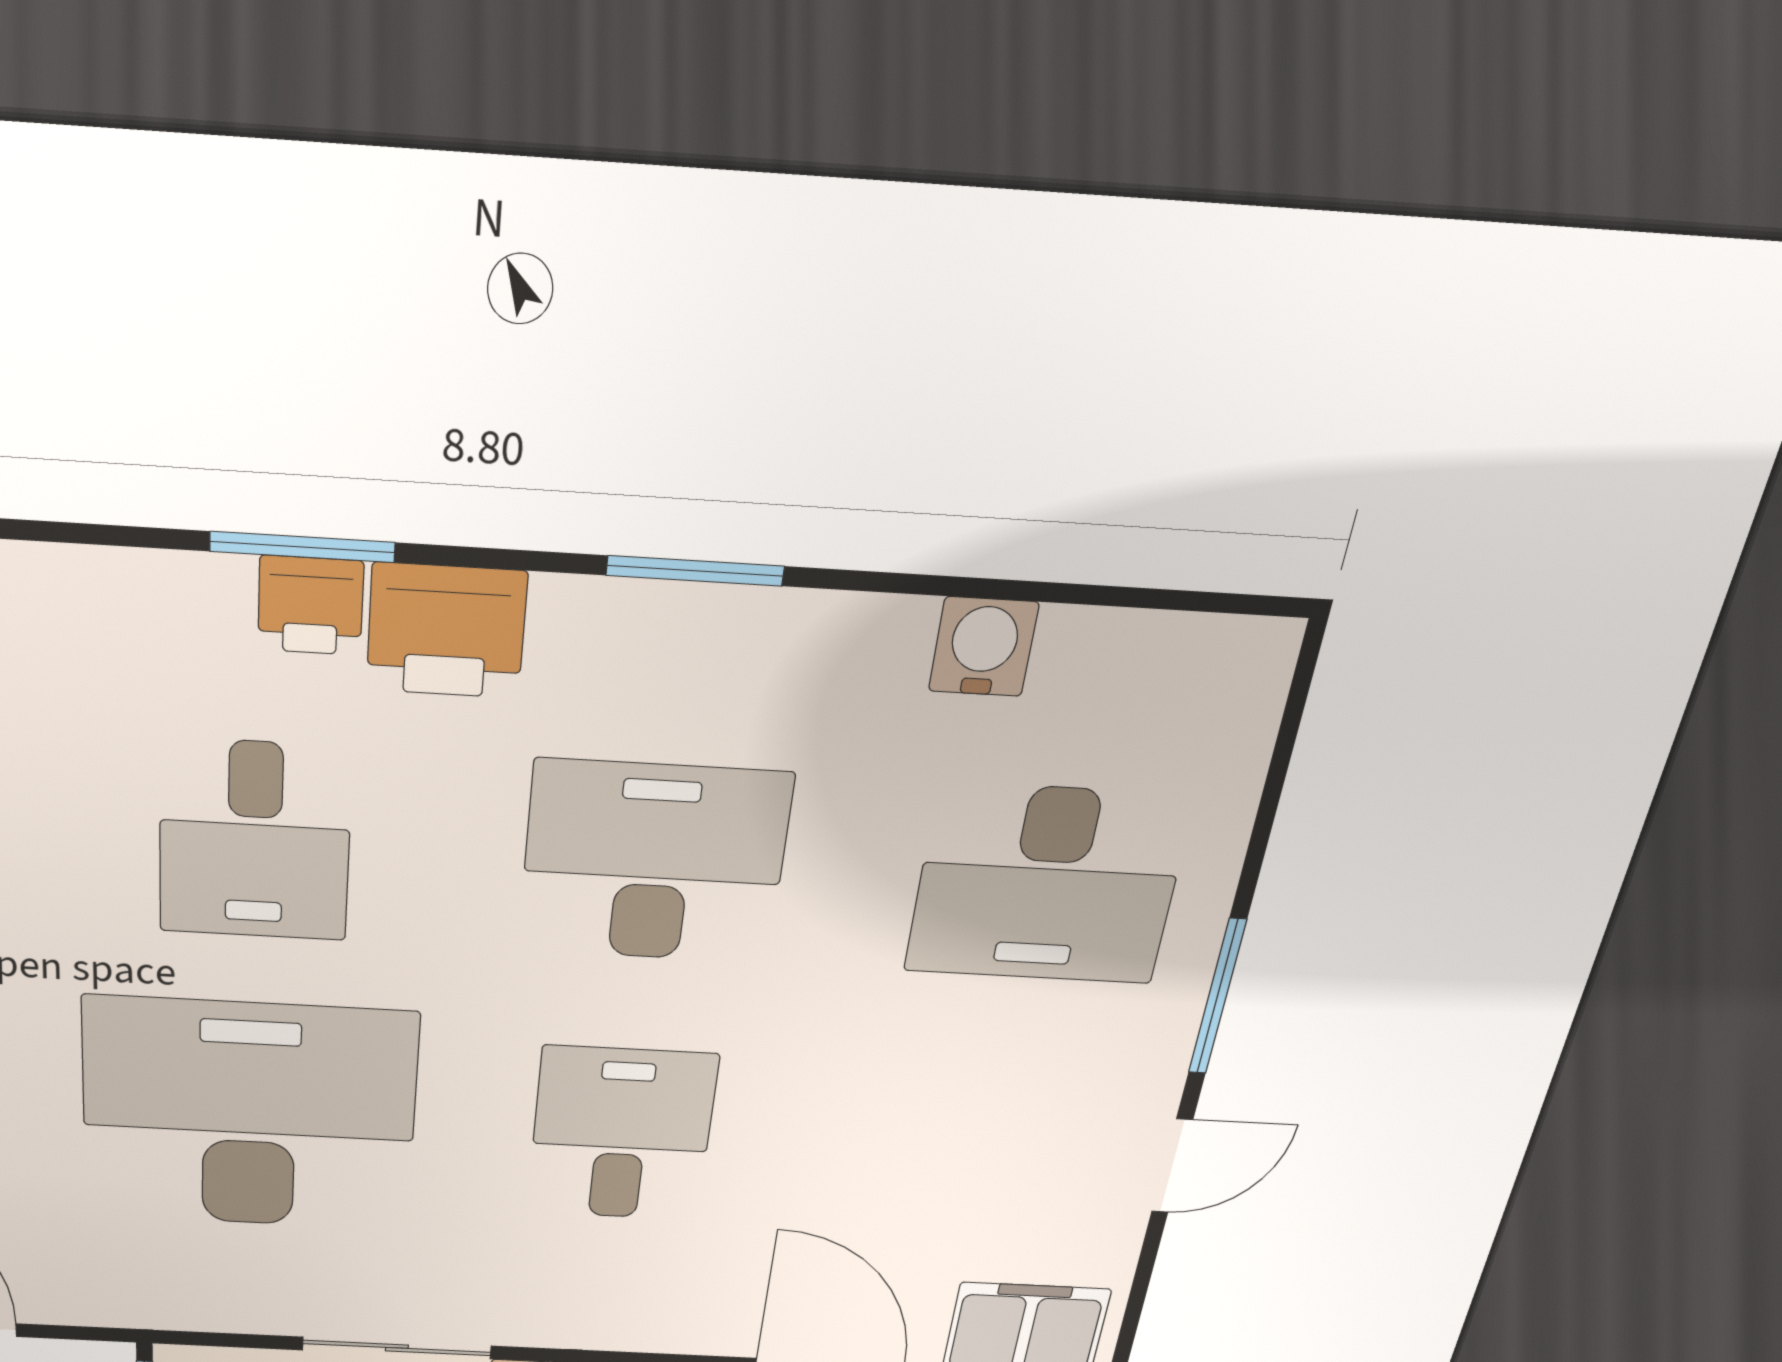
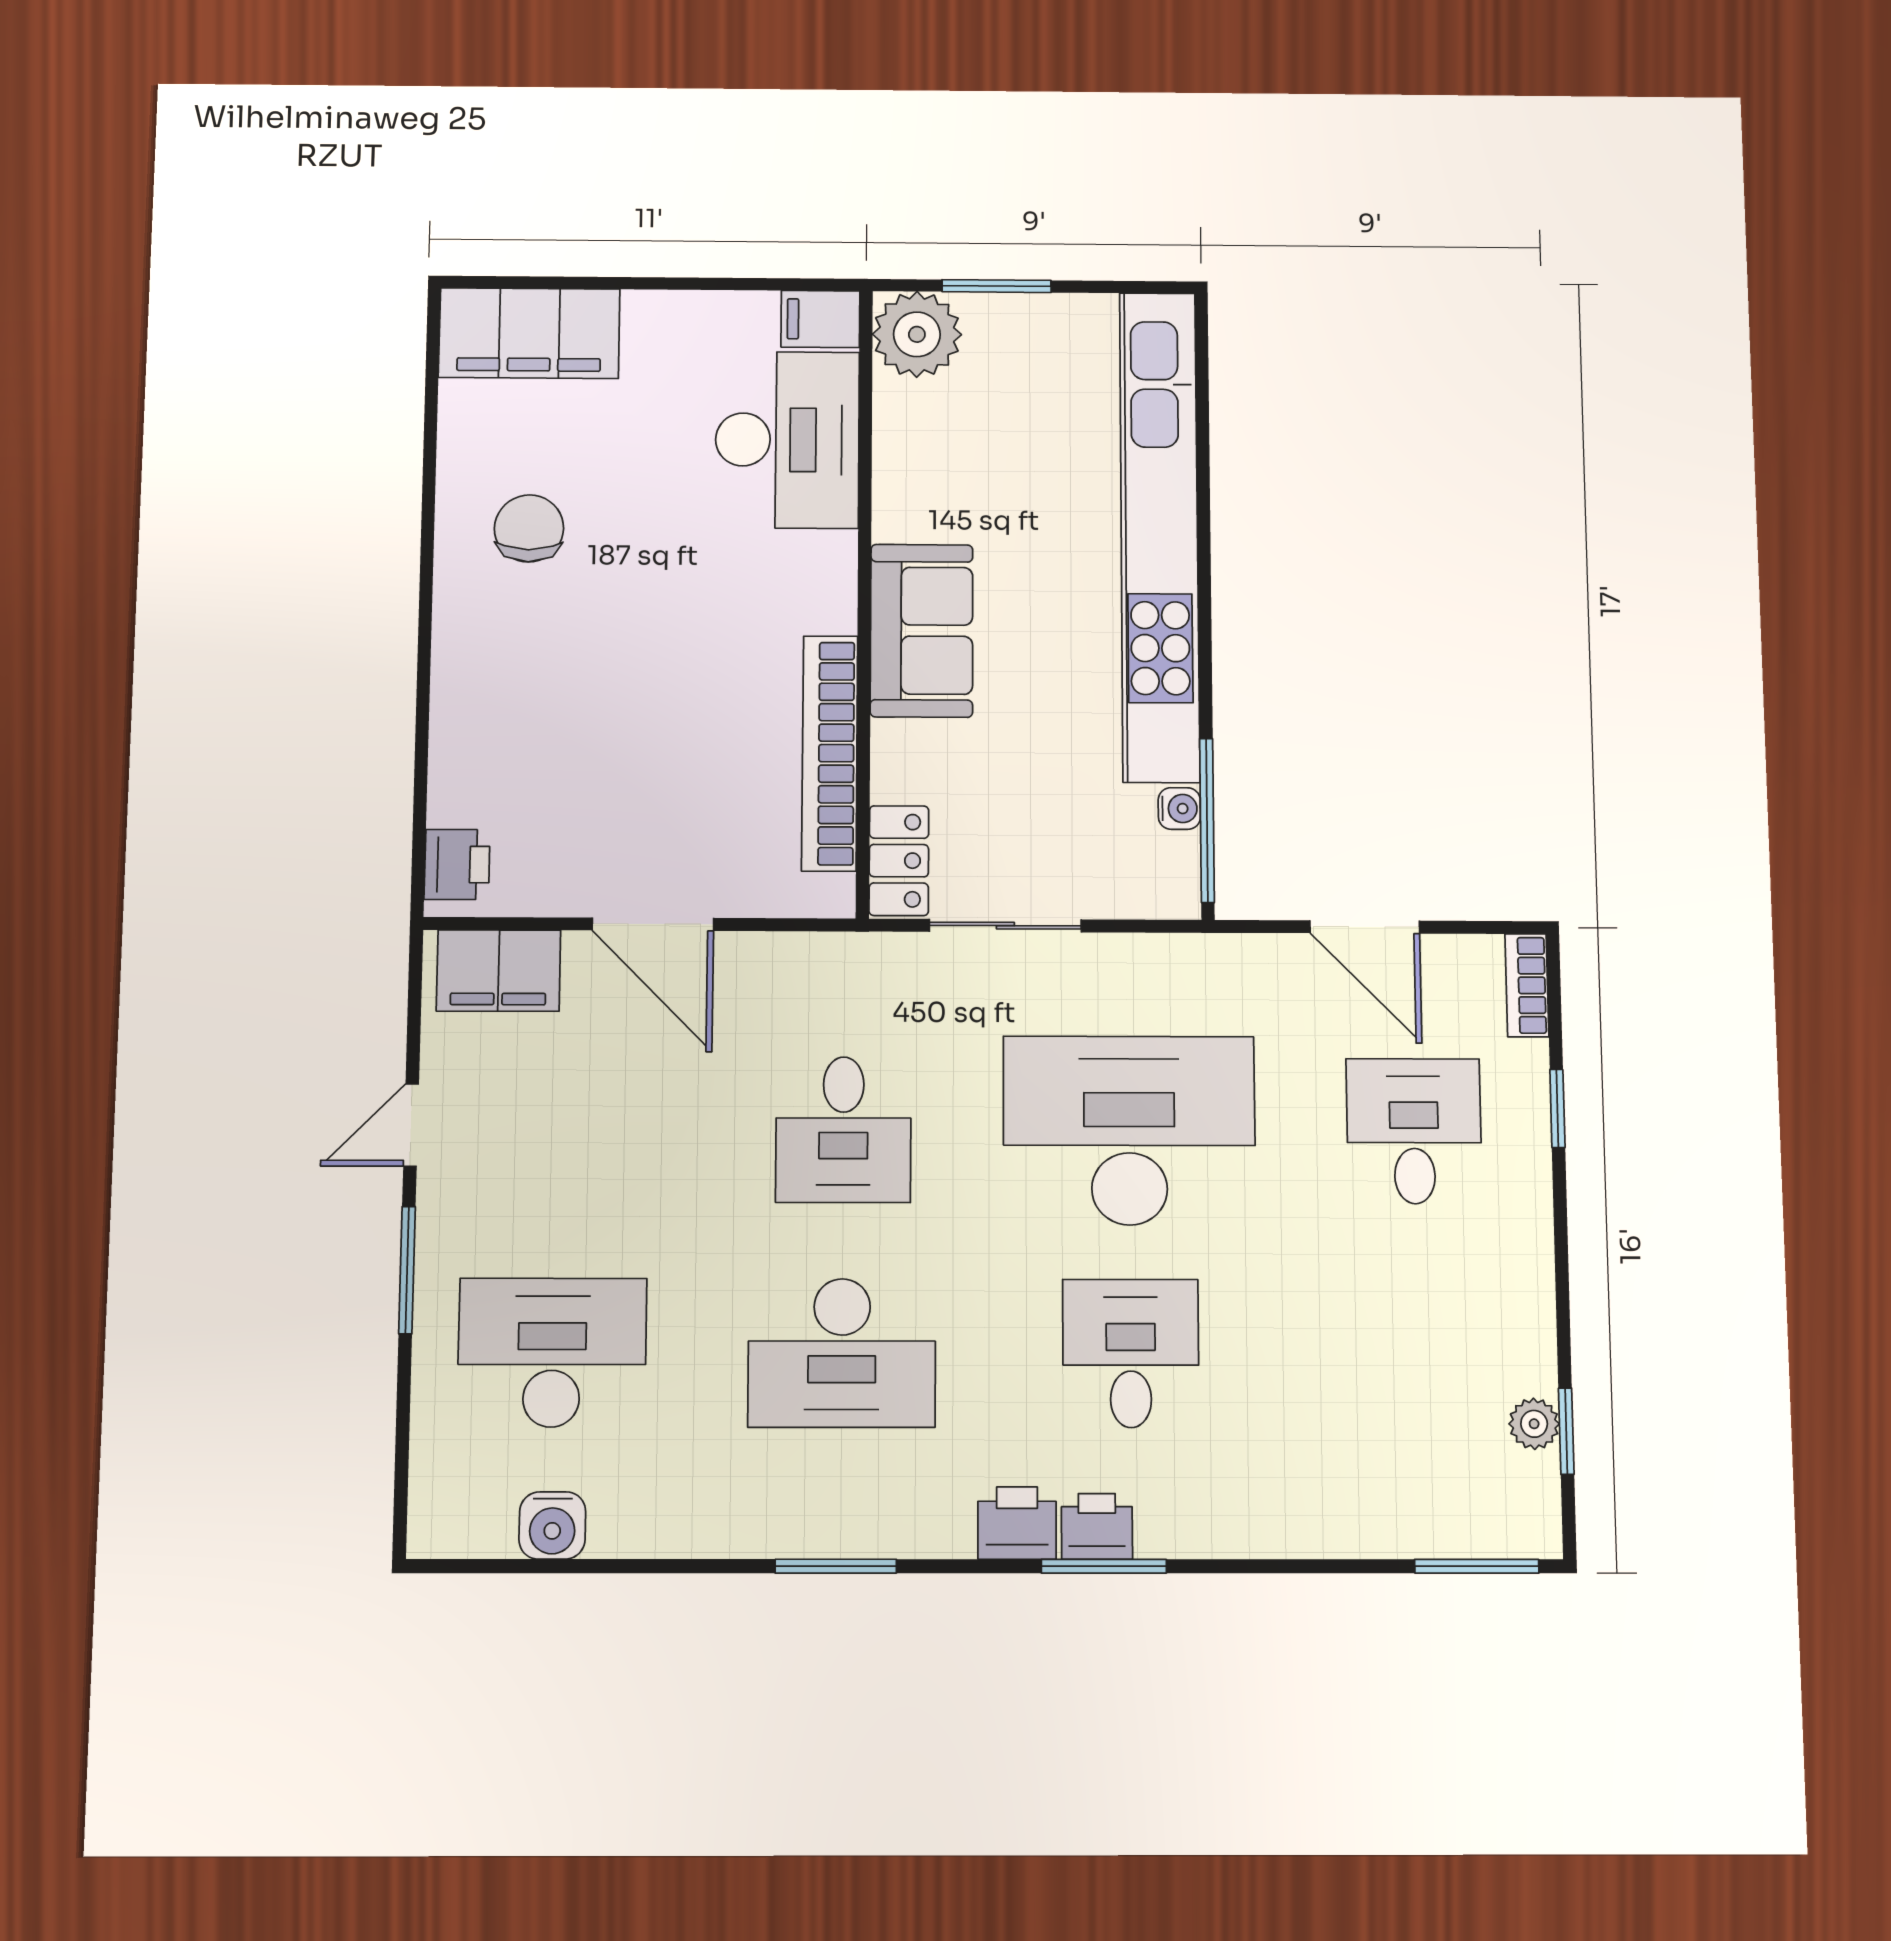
printer: (446, 631) -> (1017, 1523), width x0.73, depth x0.81
water cooler: (983, 647) -> (552, 1525), moved
desk: (249, 1115) -> (1129, 1130), turned 180

